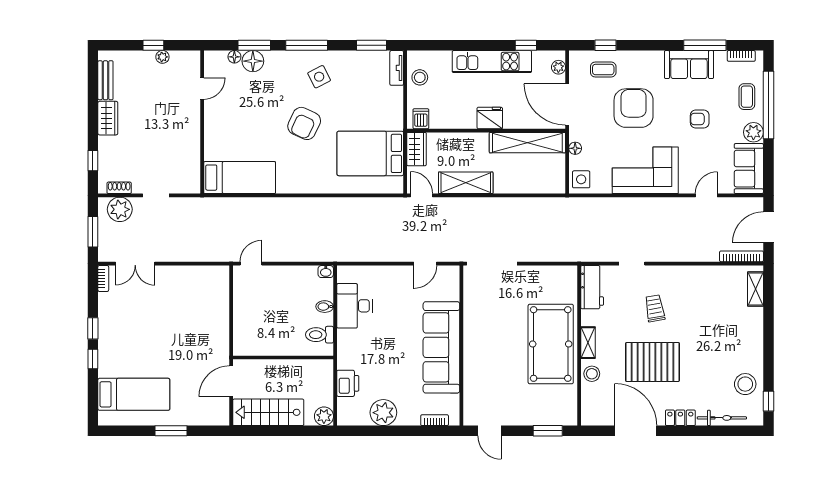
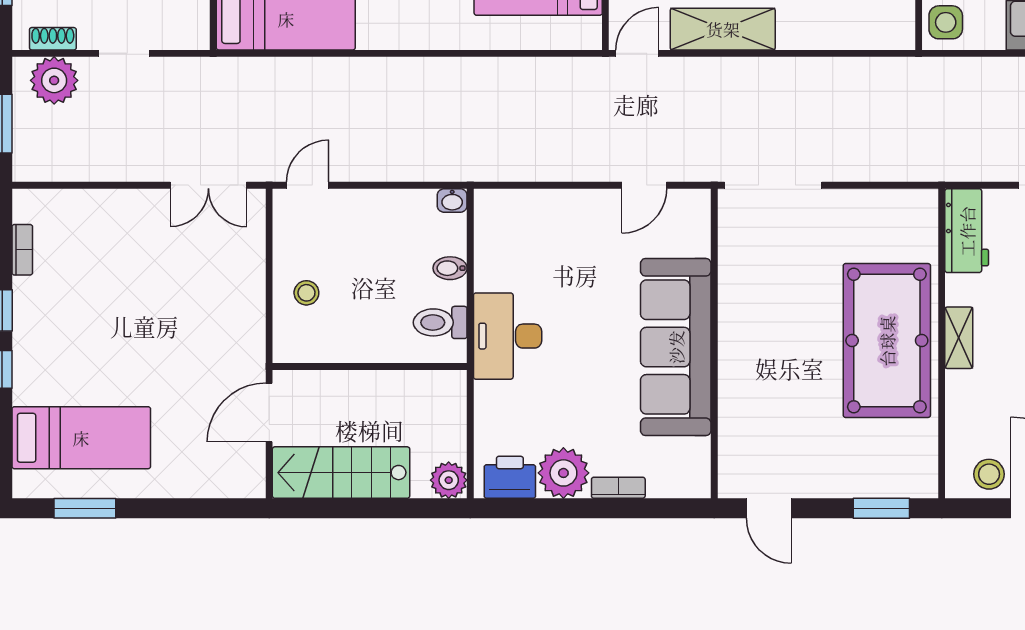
door: (422, 195) -> (637, 53), hinge flipped
double door: (135, 264) -> (208, 185), moved
bookcase: (103, 278) -> (22, 250), moved
desk: (354, 306) -> (508, 336), moved
stool: (250, 319) -> (306, 293), added
stool: (592, 374) -> (989, 474), moved
printer: (348, 383) -> (510, 477), moved, turned -90
bookcase: (435, 420) -> (618, 488), moved
window: (171, 431) -> (85, 508), moved

